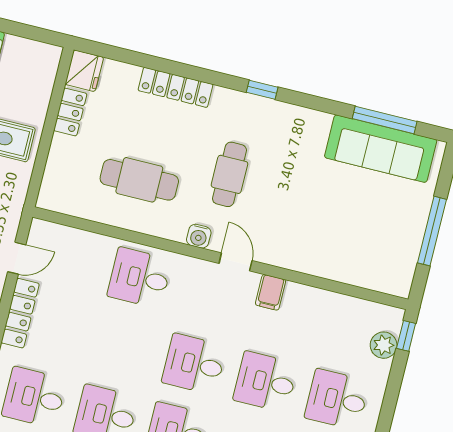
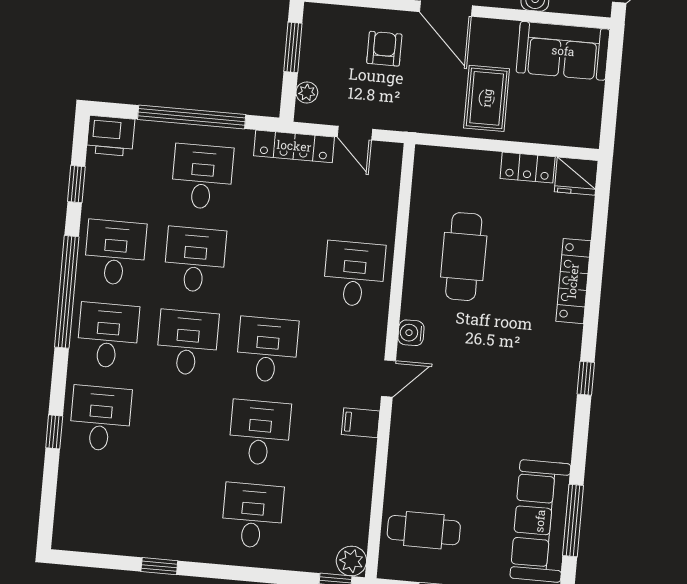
cafe table: (229, 174) -> (424, 530), moved
plant: (384, 345) -> (351, 561), moved

